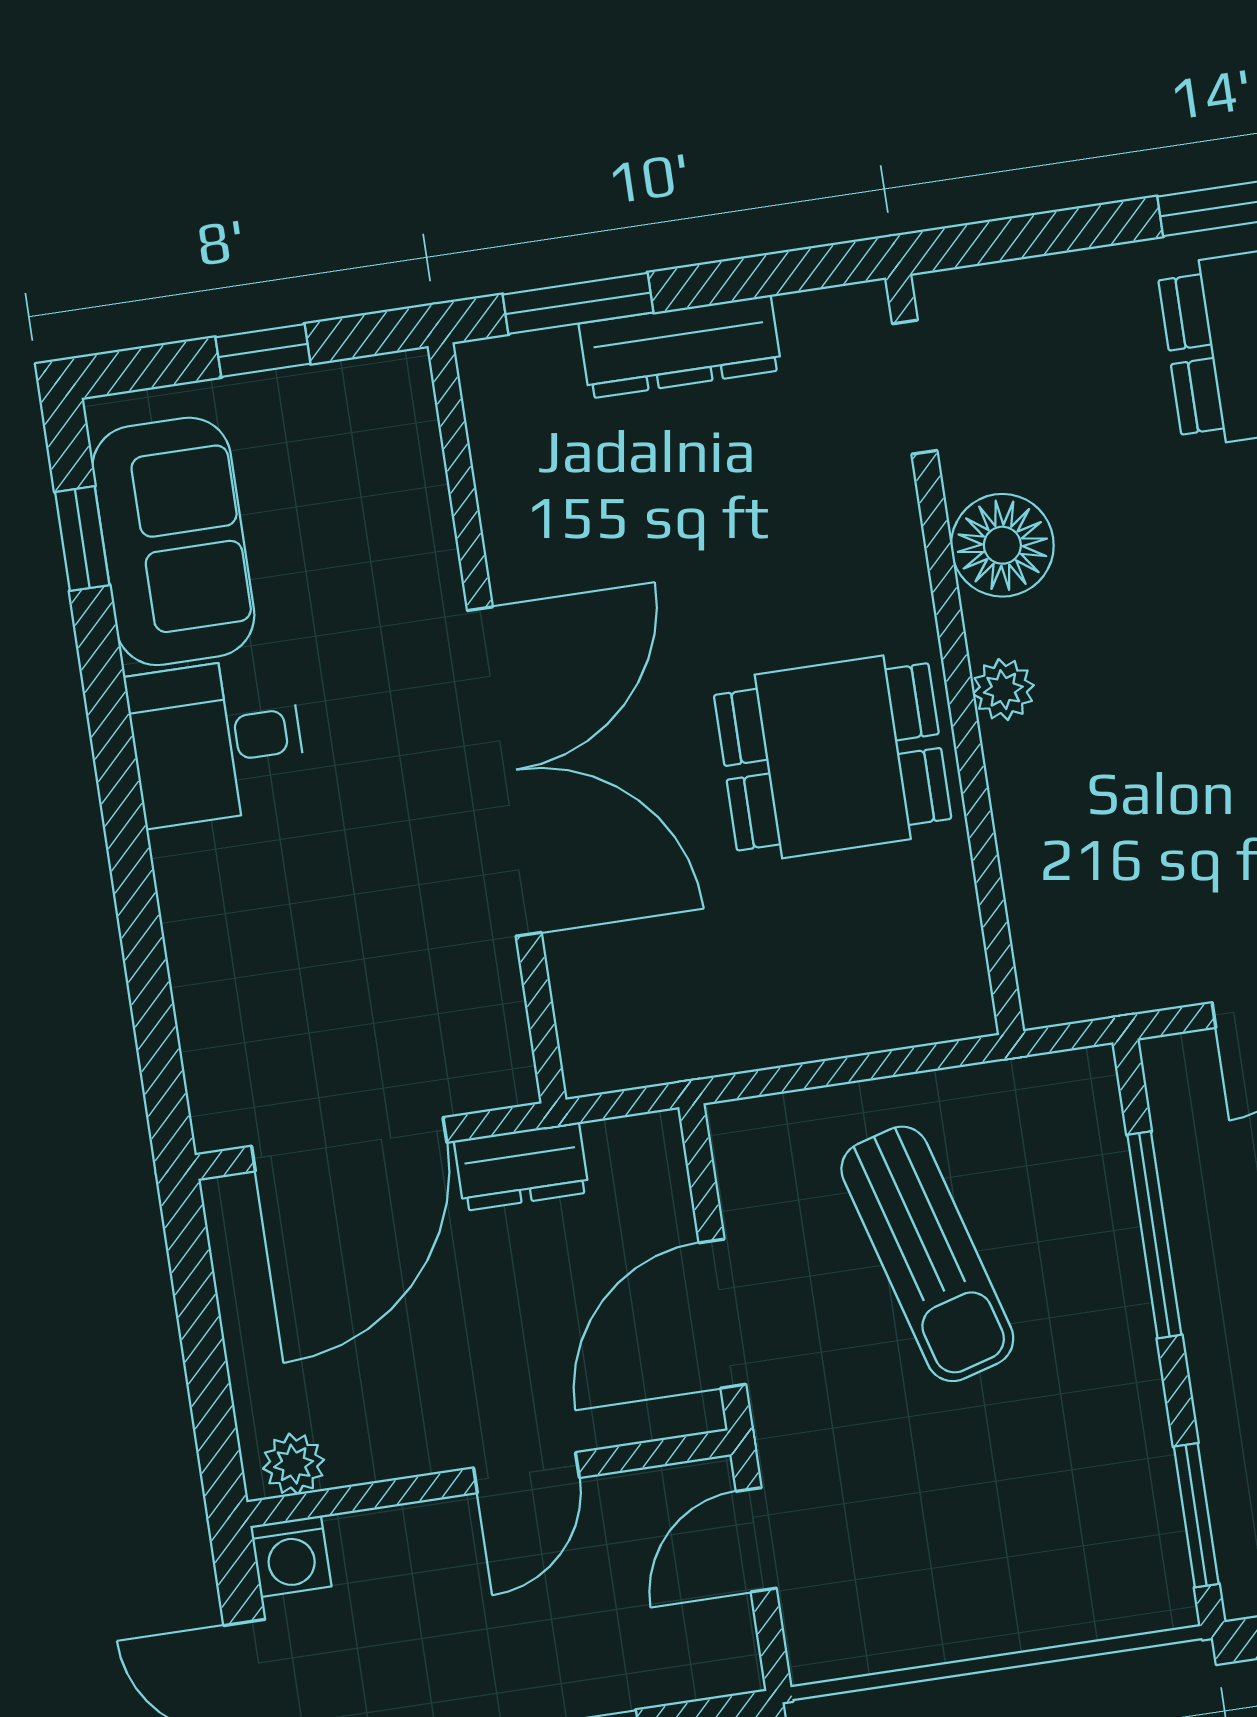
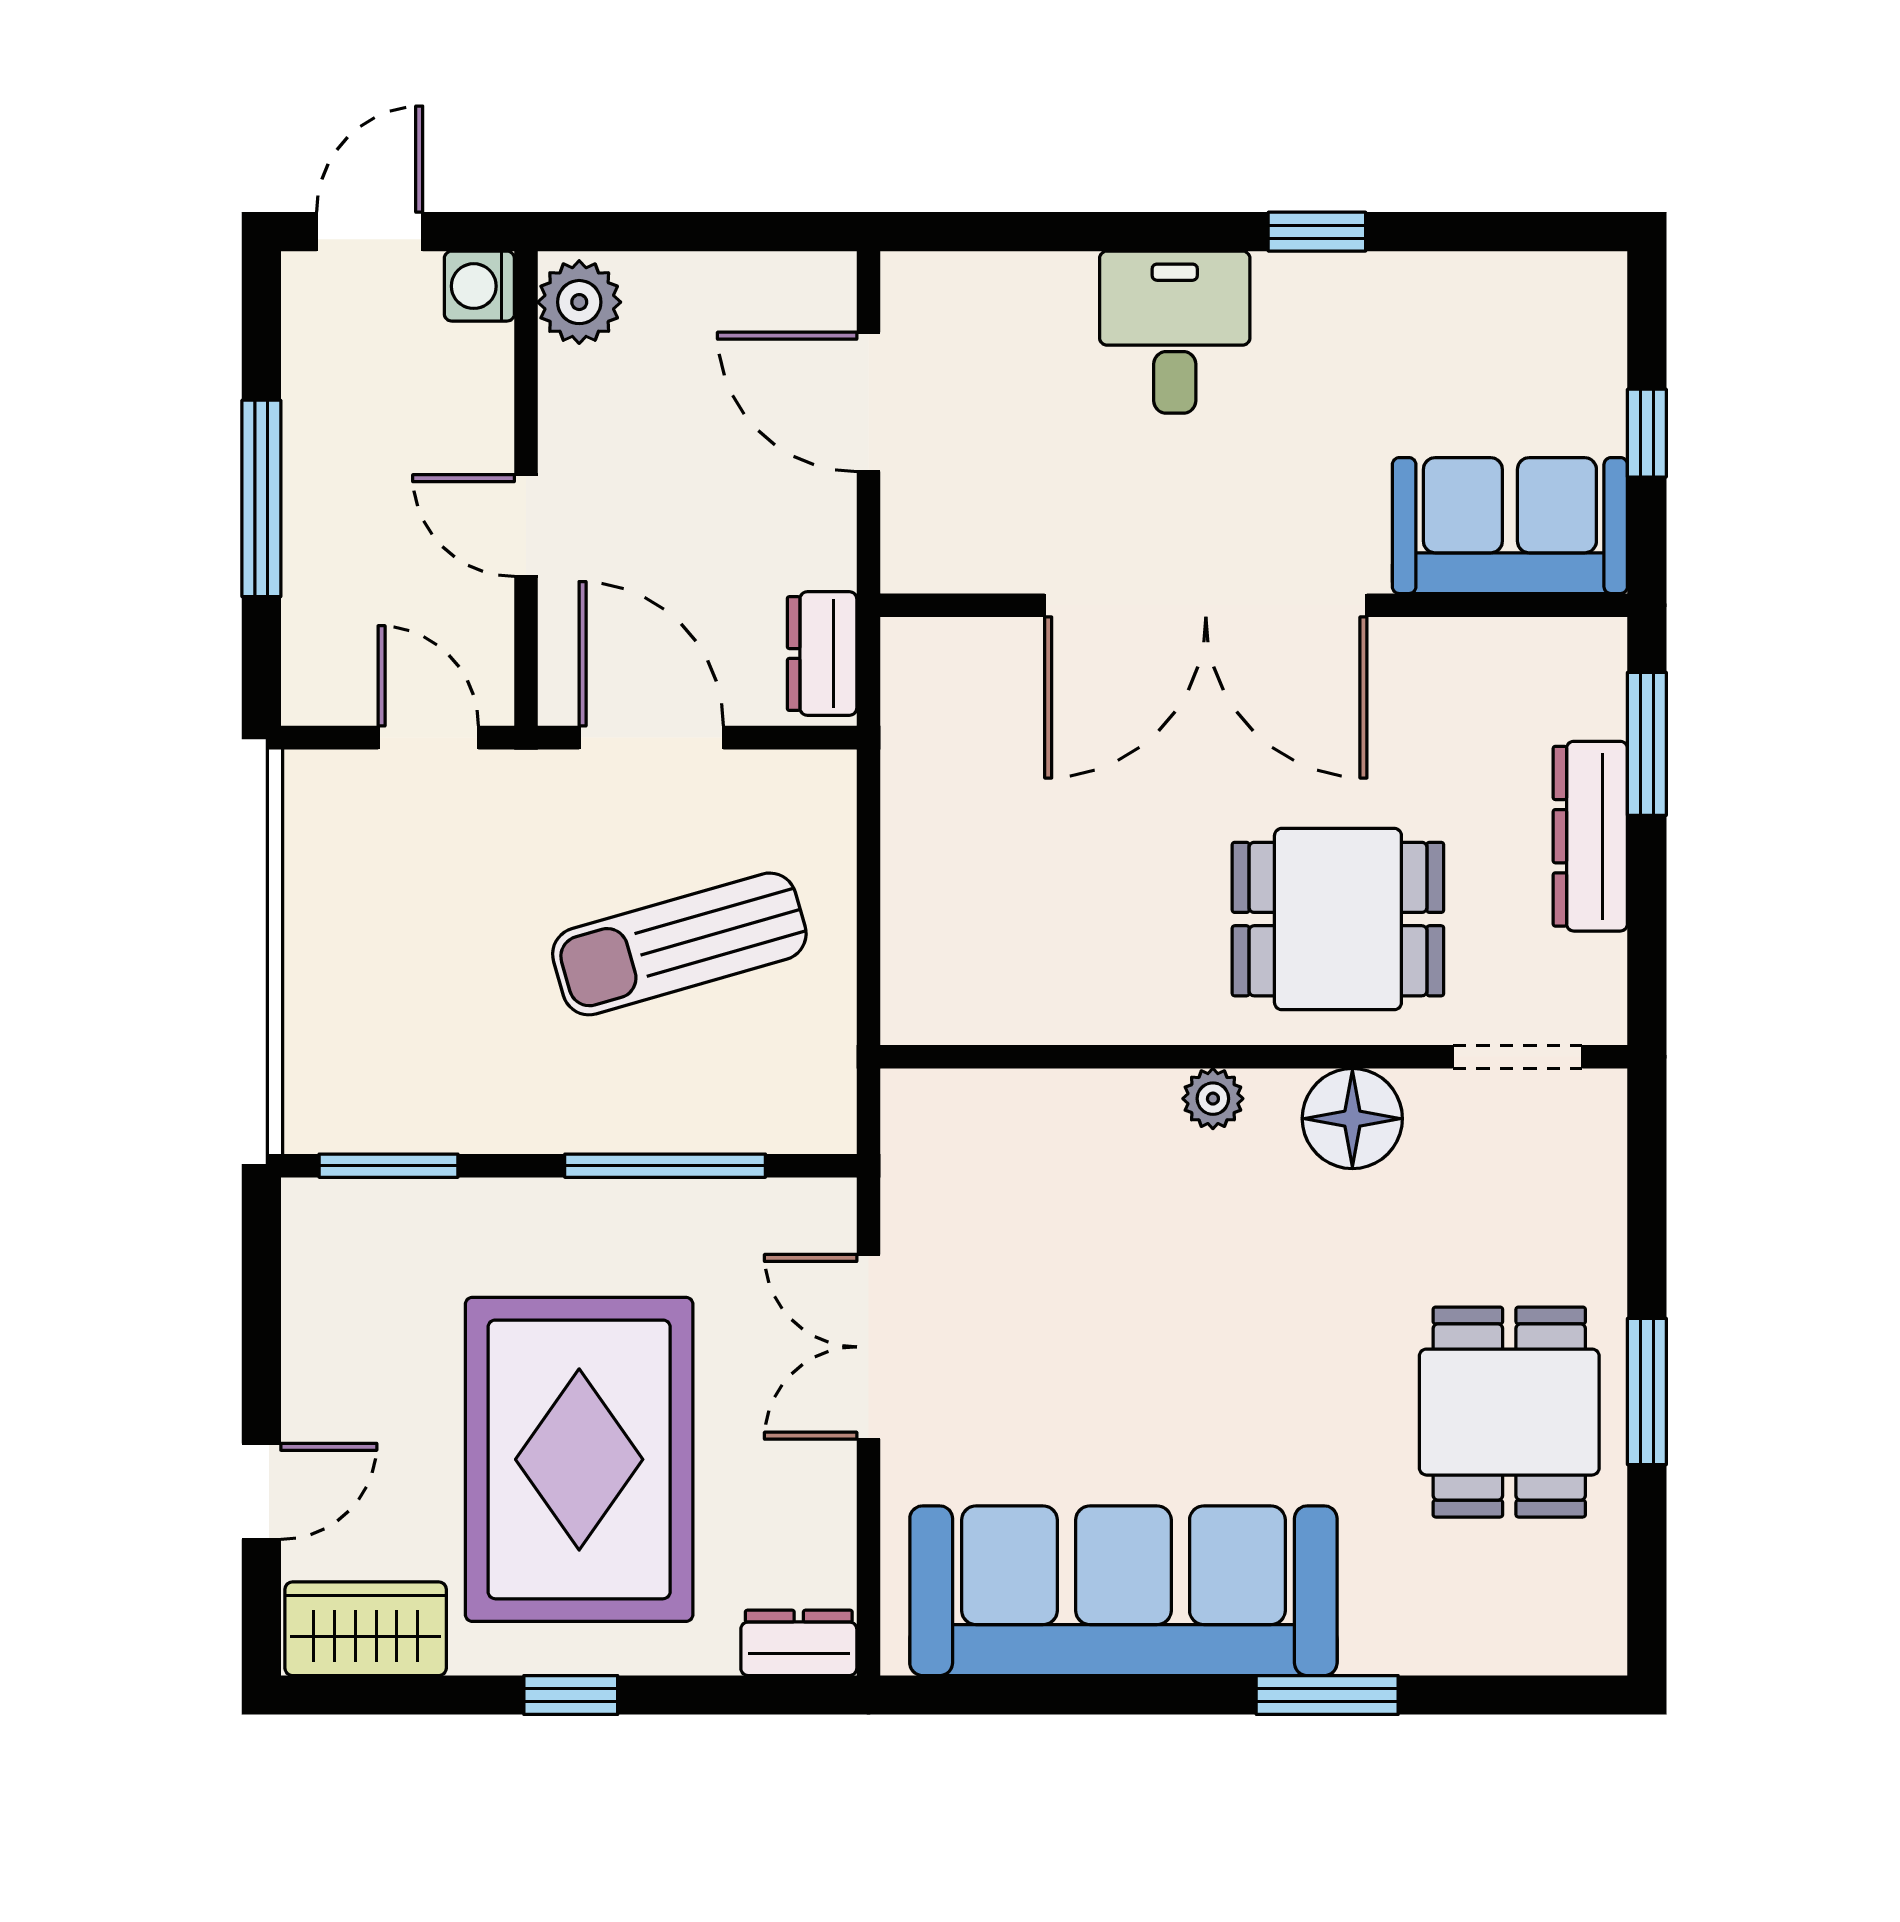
window: (82, 539) -> (1317, 232), moved
sofa: (173, 541) -> (1510, 526), moved, turned 180
desk: (217, 741) -> (1175, 332), moved
dining table: (833, 757) -> (1338, 919), moved, turned 90
door: (349, 1144) -> (869, 402), width x0.73
dresser: (521, 1167) -> (822, 654), moved
plant: (294, 1464) -> (579, 302), width x1.38, depth x1.38

